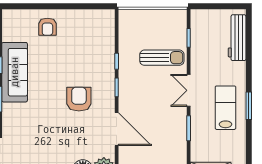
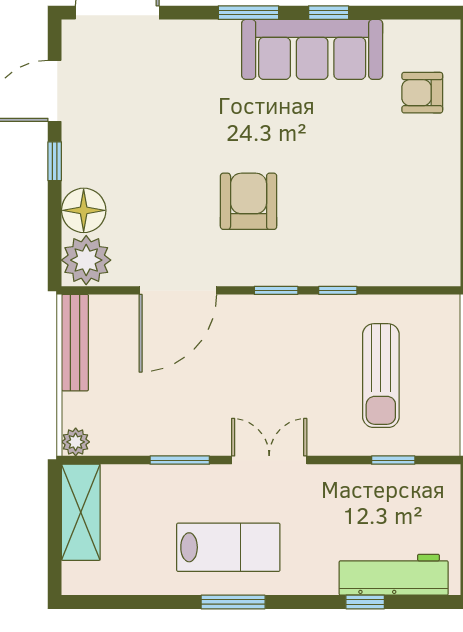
armchair: (47, 27) -> (422, 93), moved
window: (249, 50) -> (365, 602), added
sun lounger: (162, 58) -> (381, 376), moved
armchair: (79, 99) -> (249, 201), turned -90

